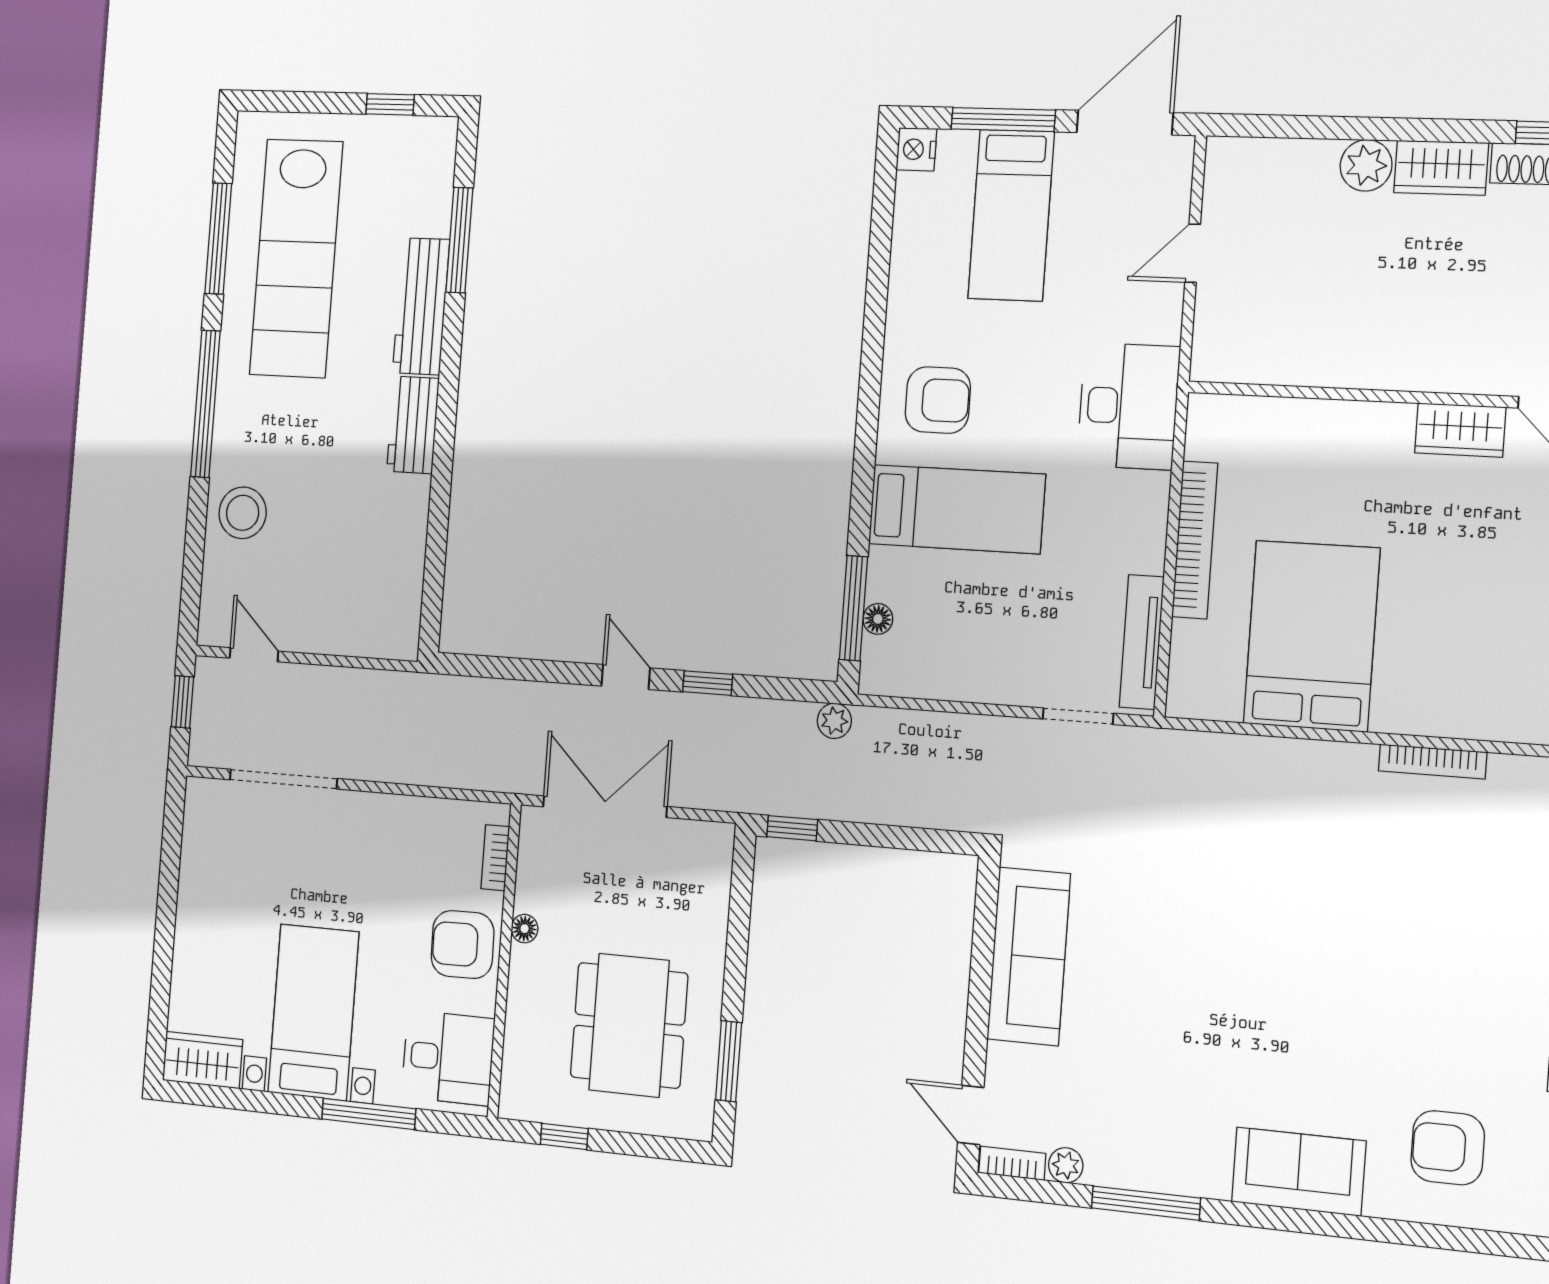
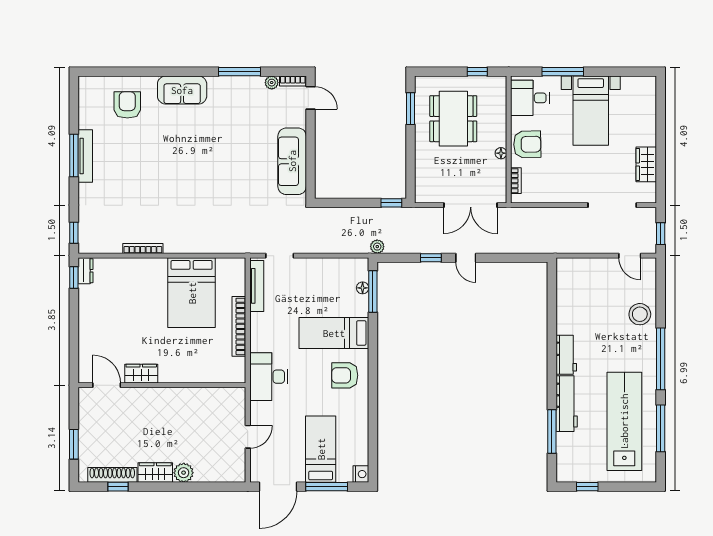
wardrobe: (203, 1060) -> (646, 164), moved, turned 90
armchair: (1448, 1148) -> (127, 105), turned -90

